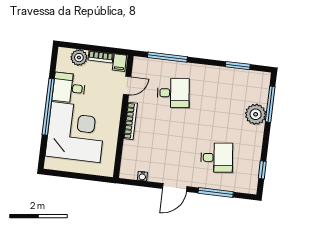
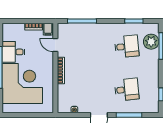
plant: (79, 58) -> (18, 29), removed
door: (127, 86) -> (55, 45), swing flipped
desk: (173, 93) -> (127, 46), moved
plant: (256, 114) -> (151, 42), moved

